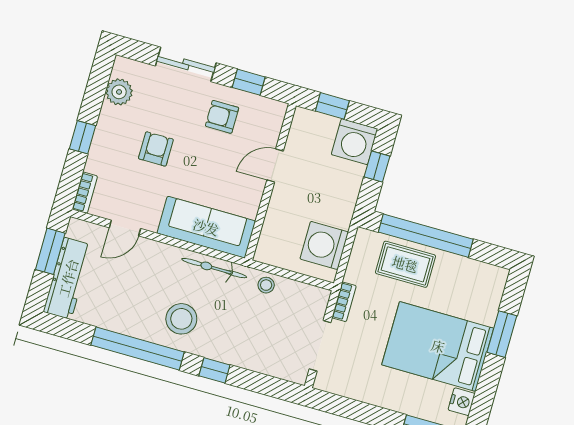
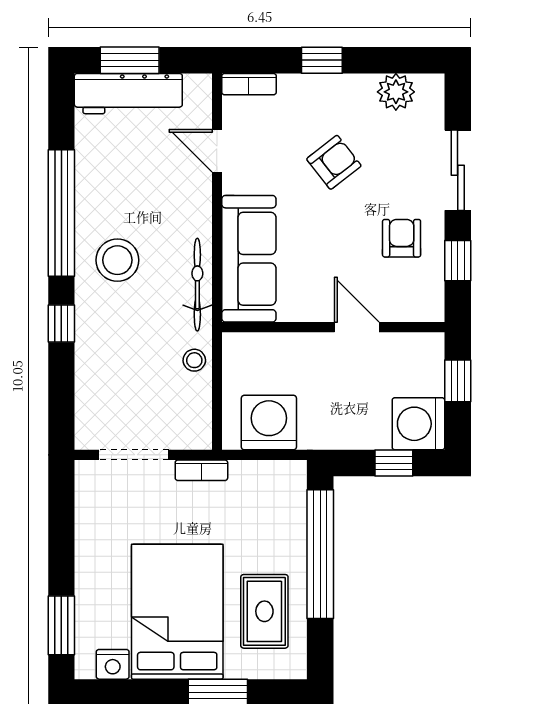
armchair: (156, 149) -> (334, 162), turned -38
window: (50, 251) -> (130, 60), moved
rug: (405, 264) -> (264, 611), moved

